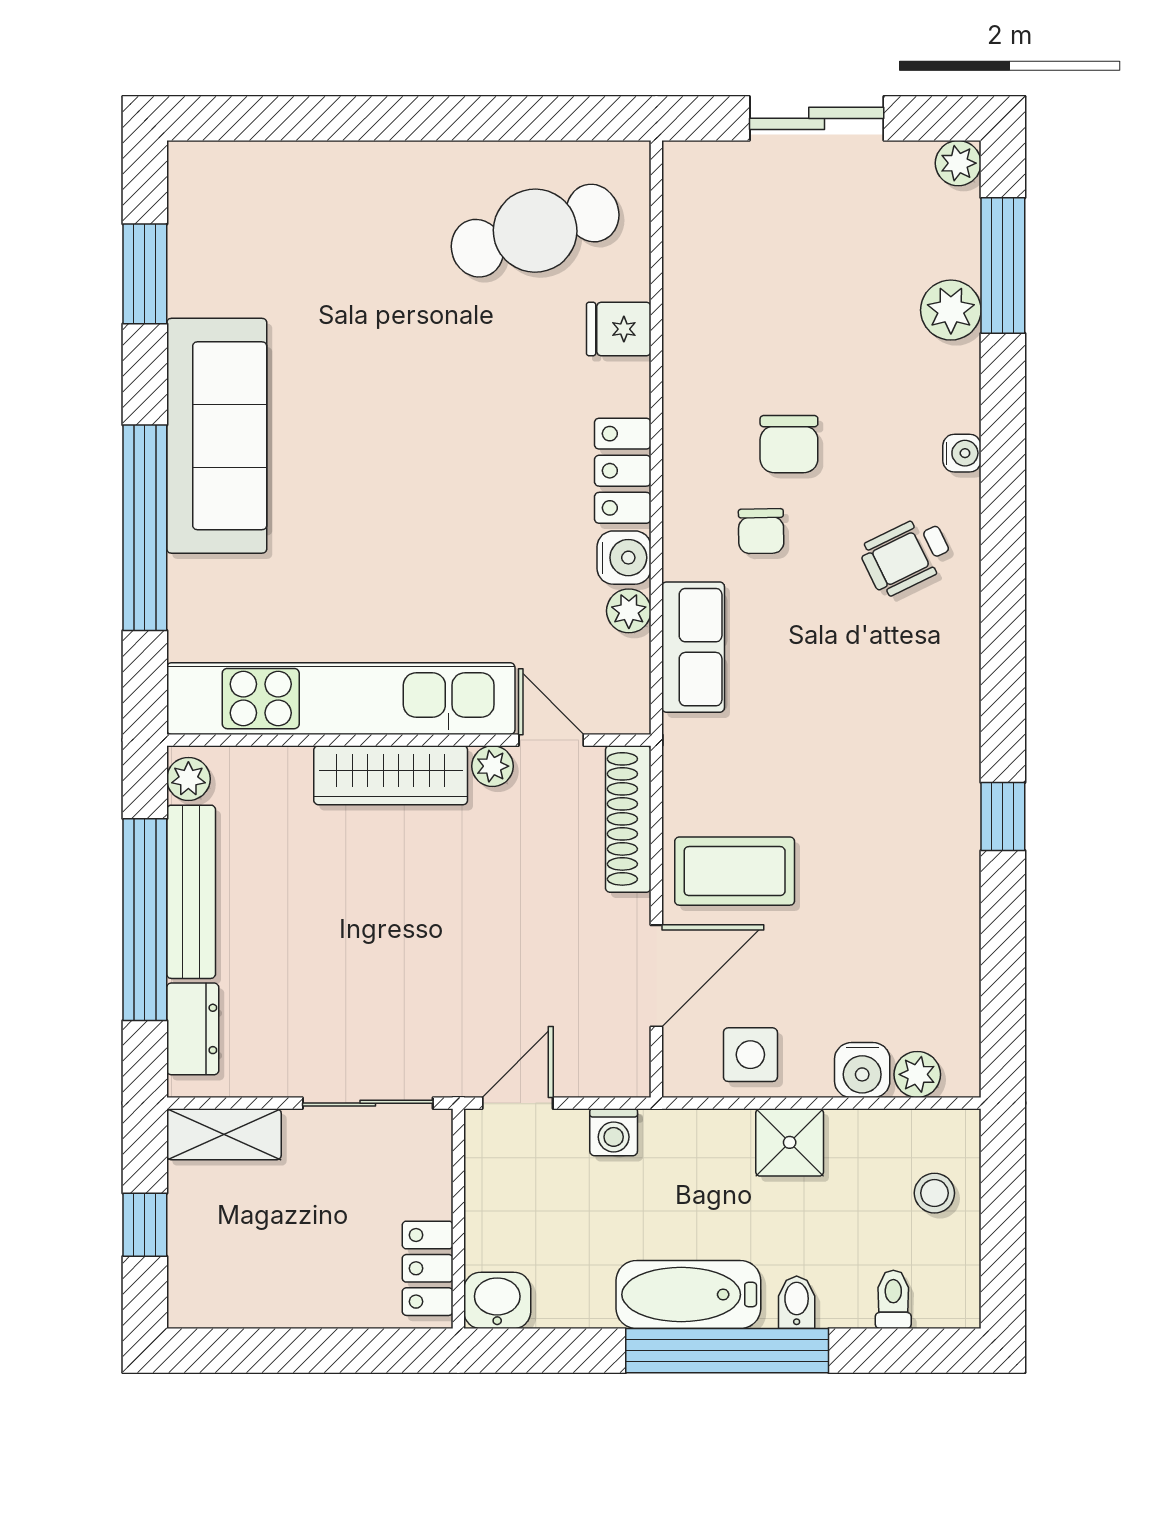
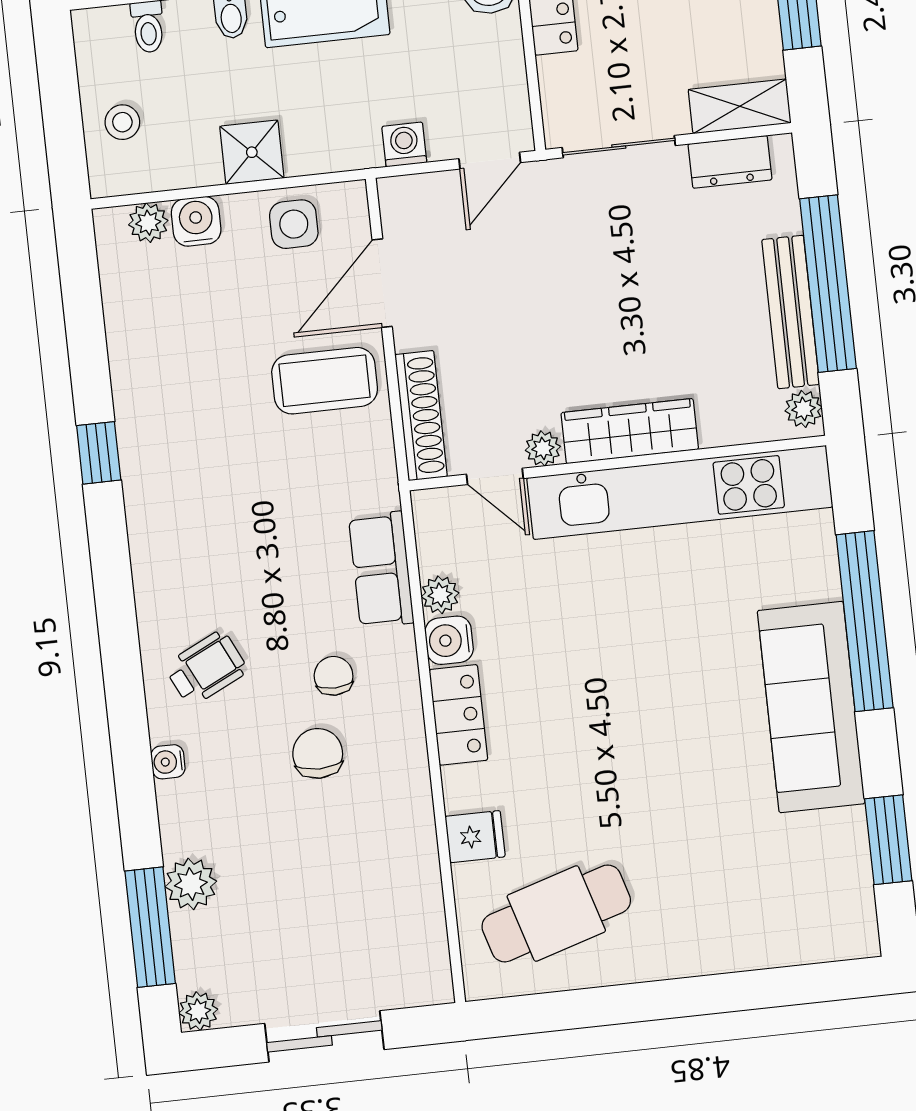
dresser: (193, 1029) -> (730, 162), moved, turned -90

